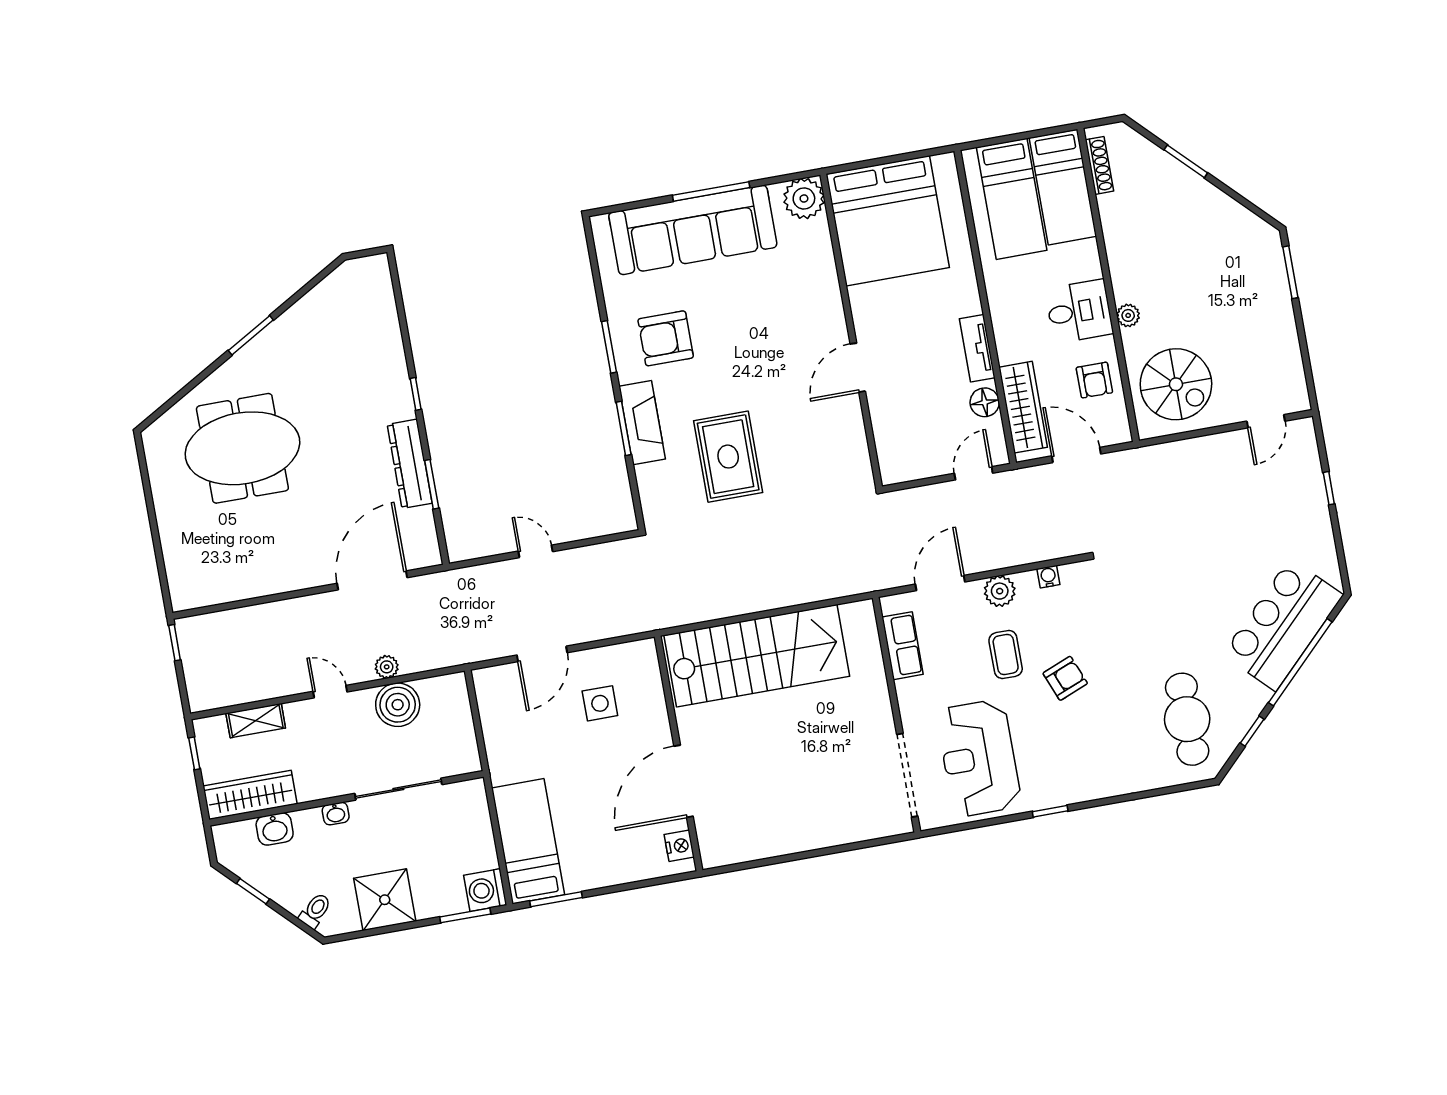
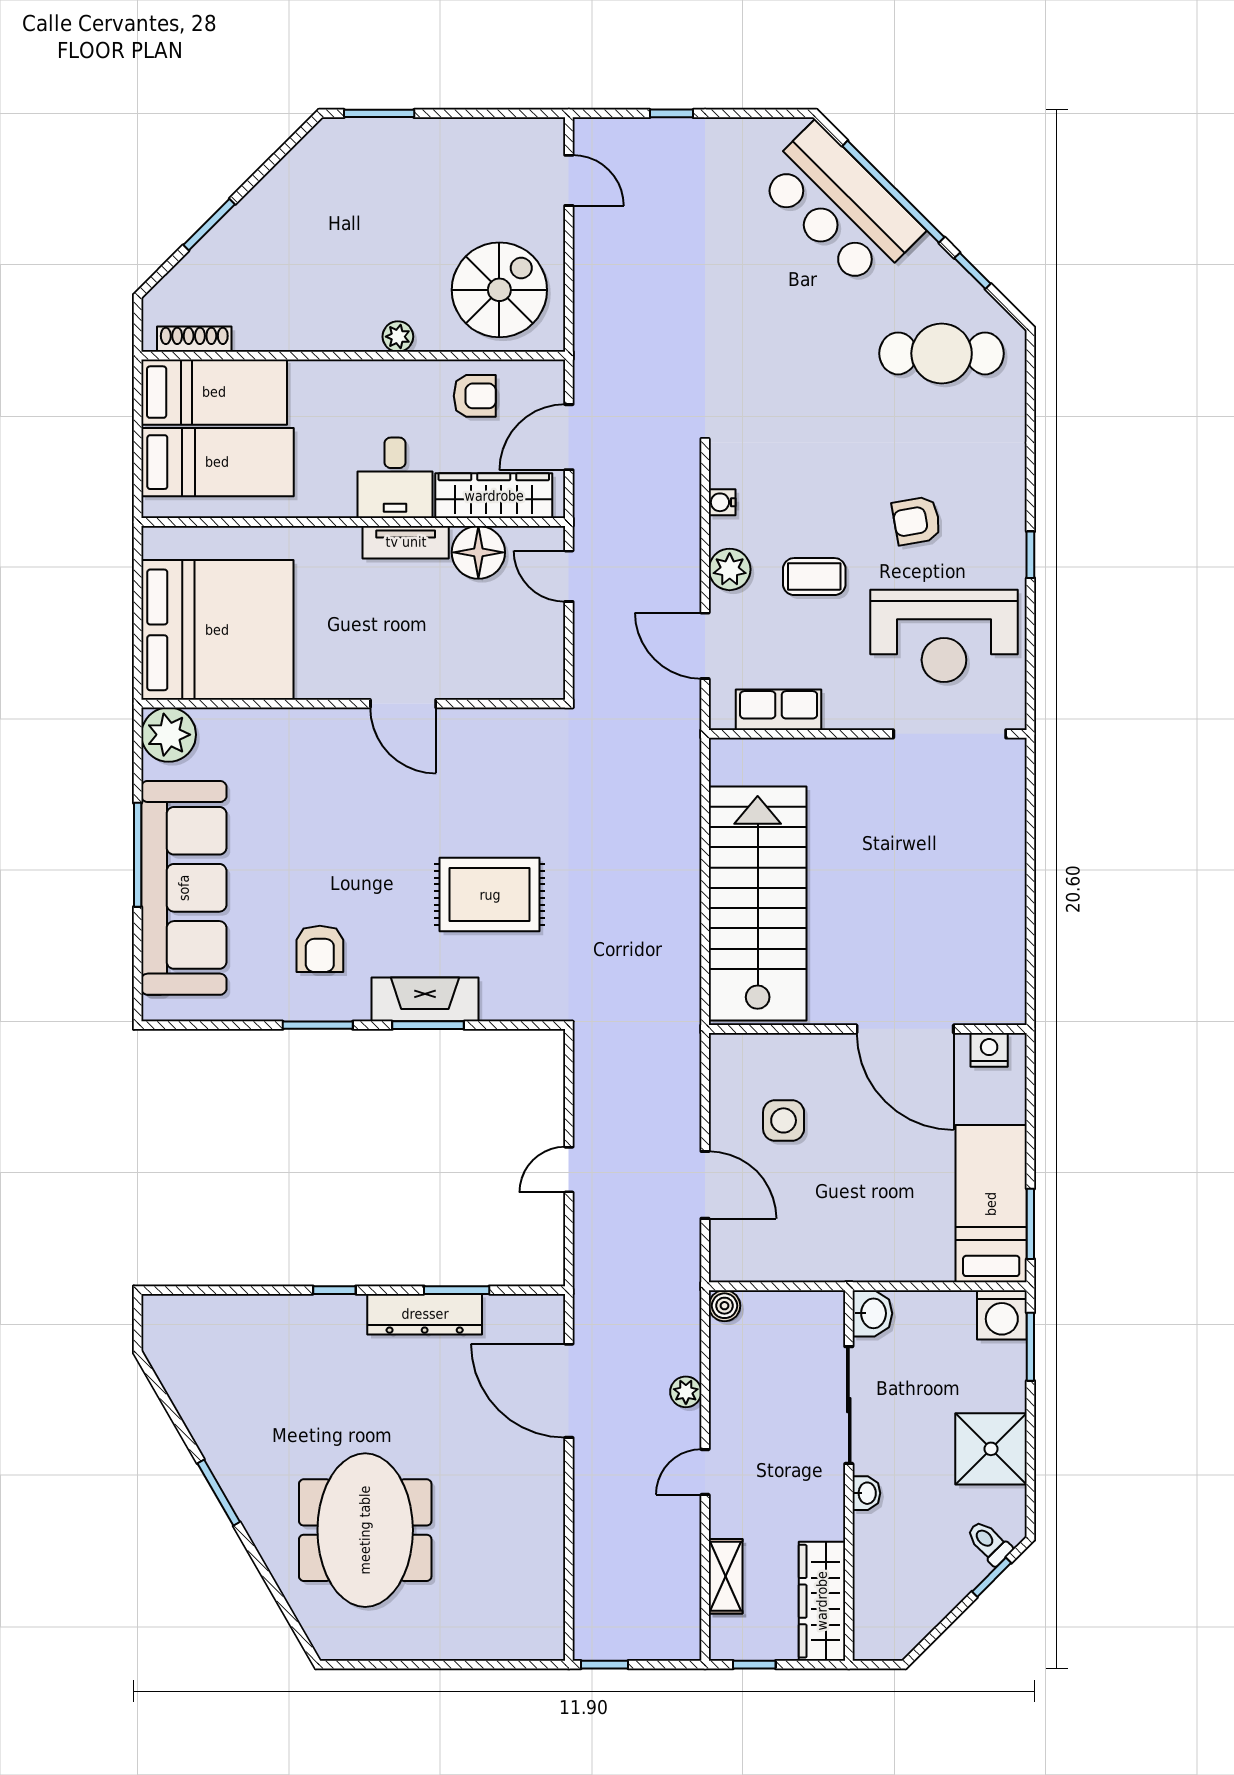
desk: (1079, 311) -> (395, 478), moved, turned 180
armchair: (666, 338) -> (320, 949), width x0.72, depth x0.72
floor lamp: (985, 402) -> (478, 552), width x1.38, depth x1.38
armchair: (1065, 678) -> (916, 521), moved, turned -78
boiler: (398, 705) -> (724, 1306), moved, width x0.54, depth x0.54
washbasin: (275, 829) -> (872, 1313), moved
bed: (528, 841) -> (991, 1204), moved, turned 90
window: (253, 891) -> (992, 1577), moved

